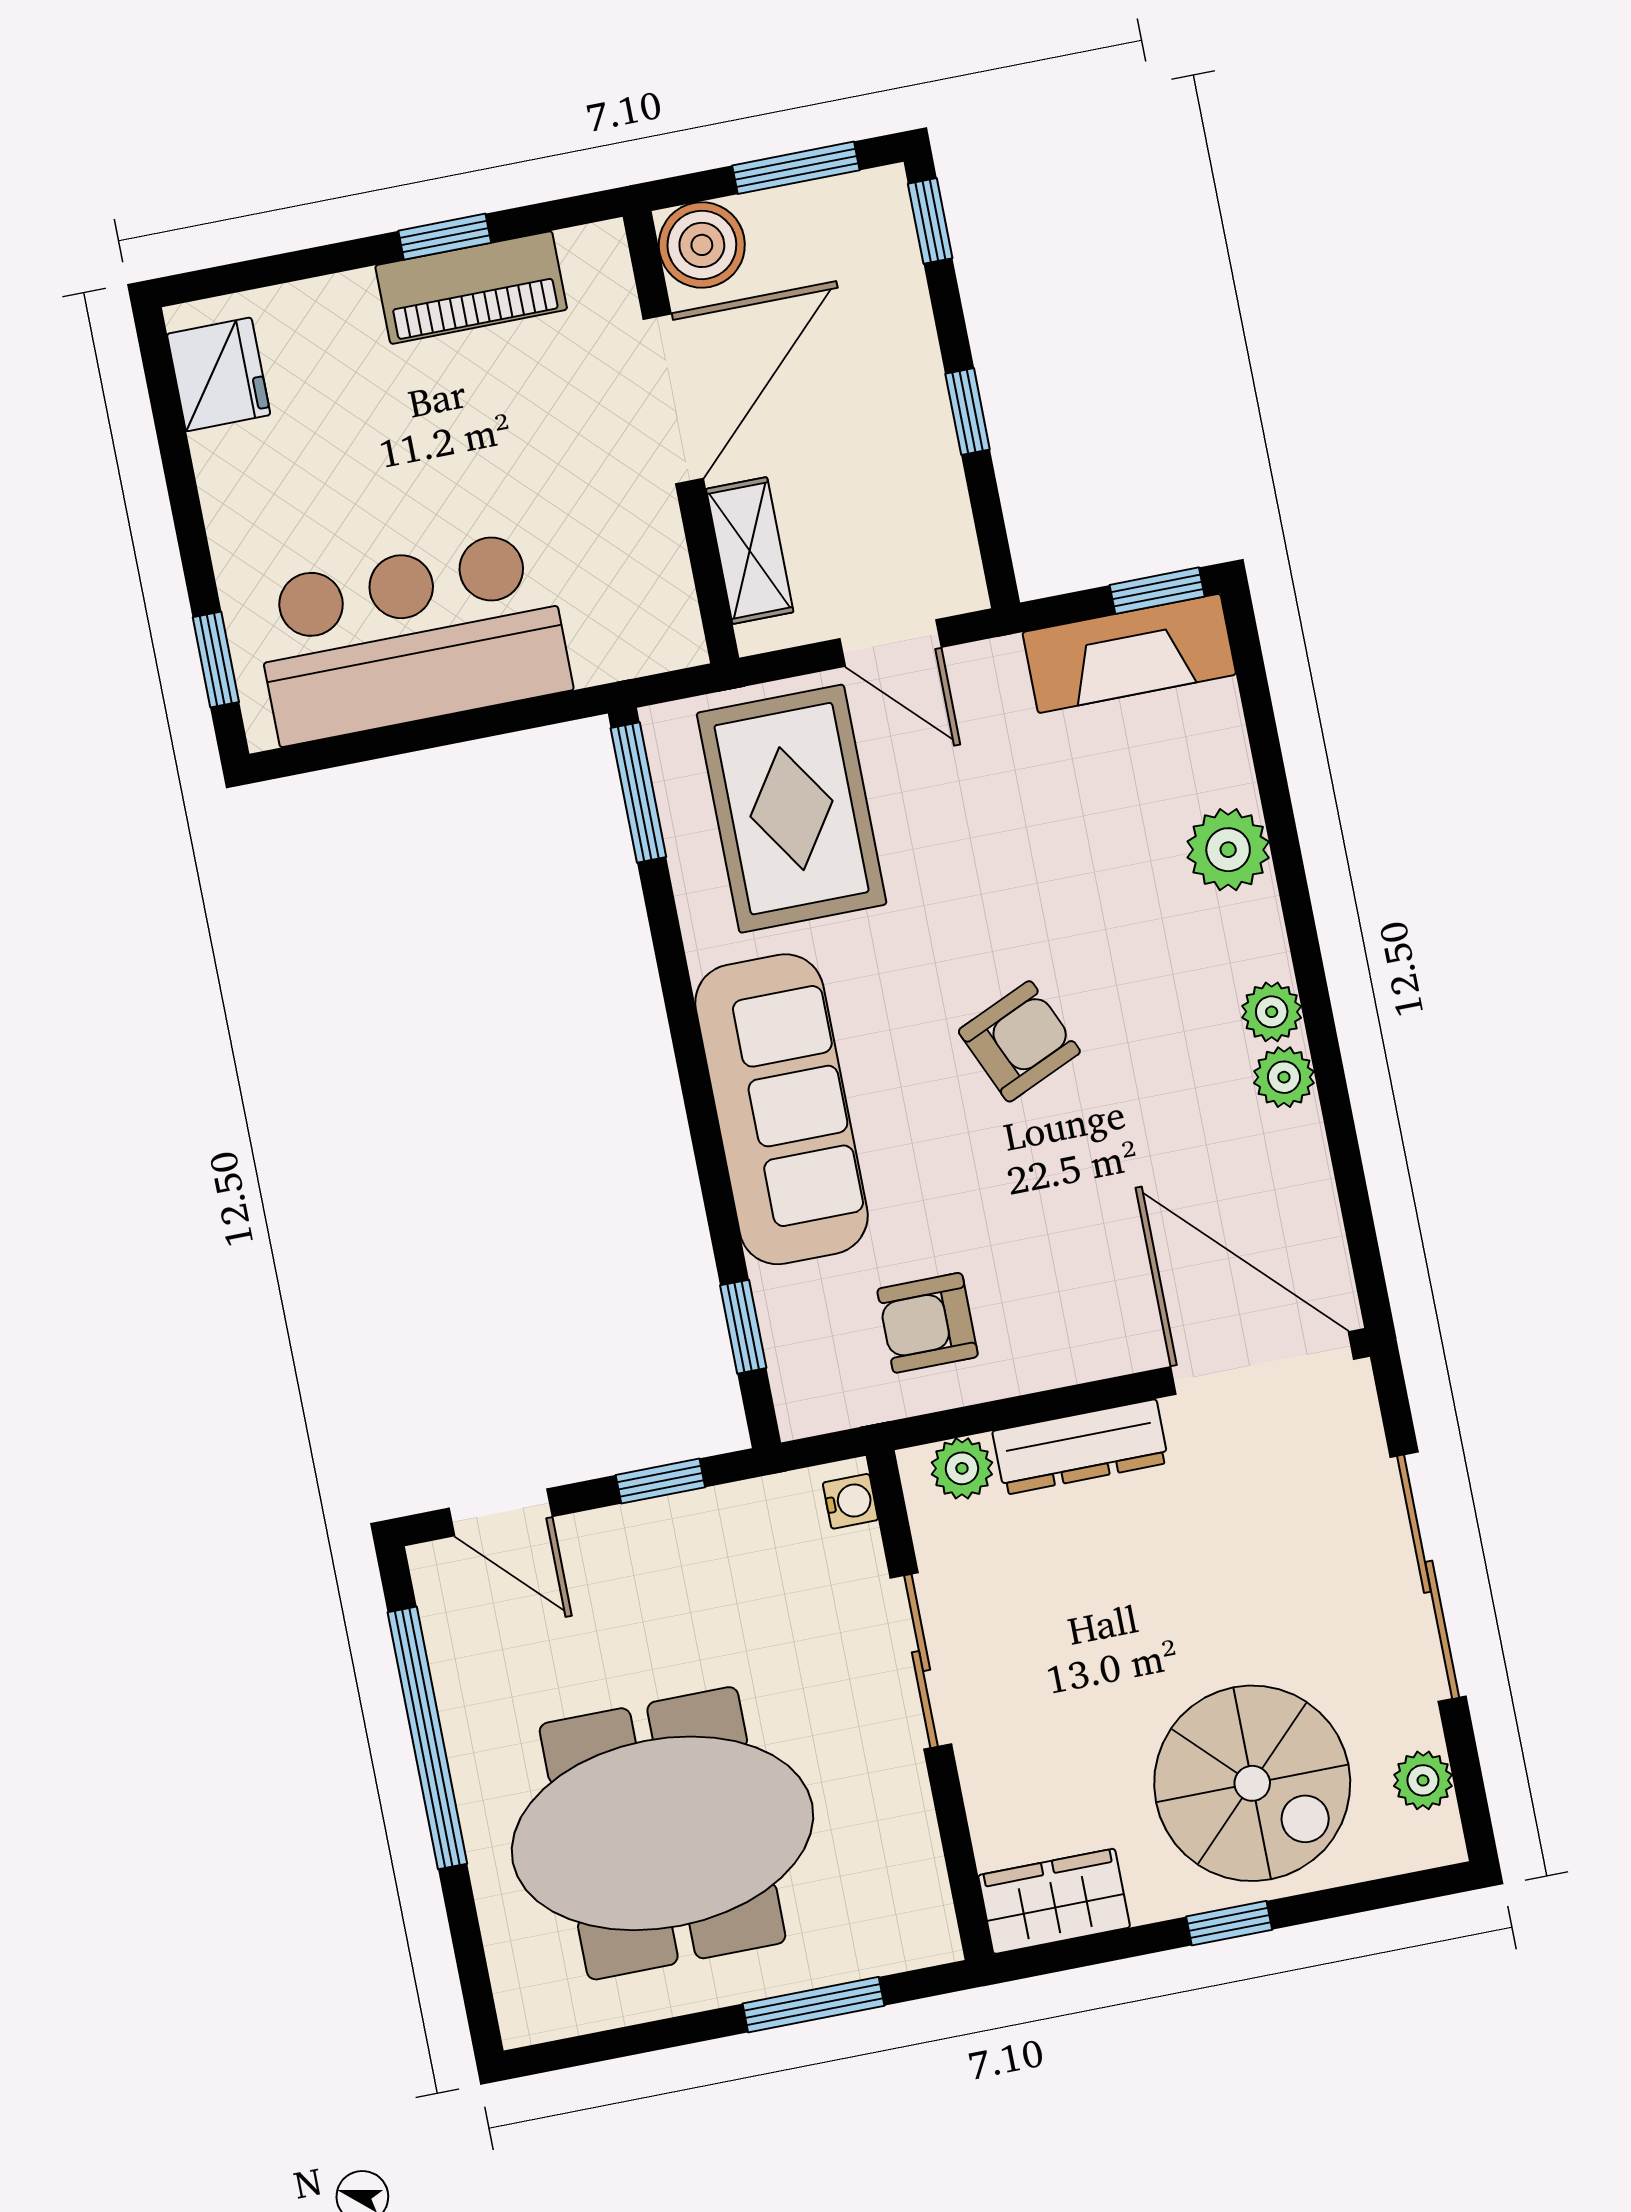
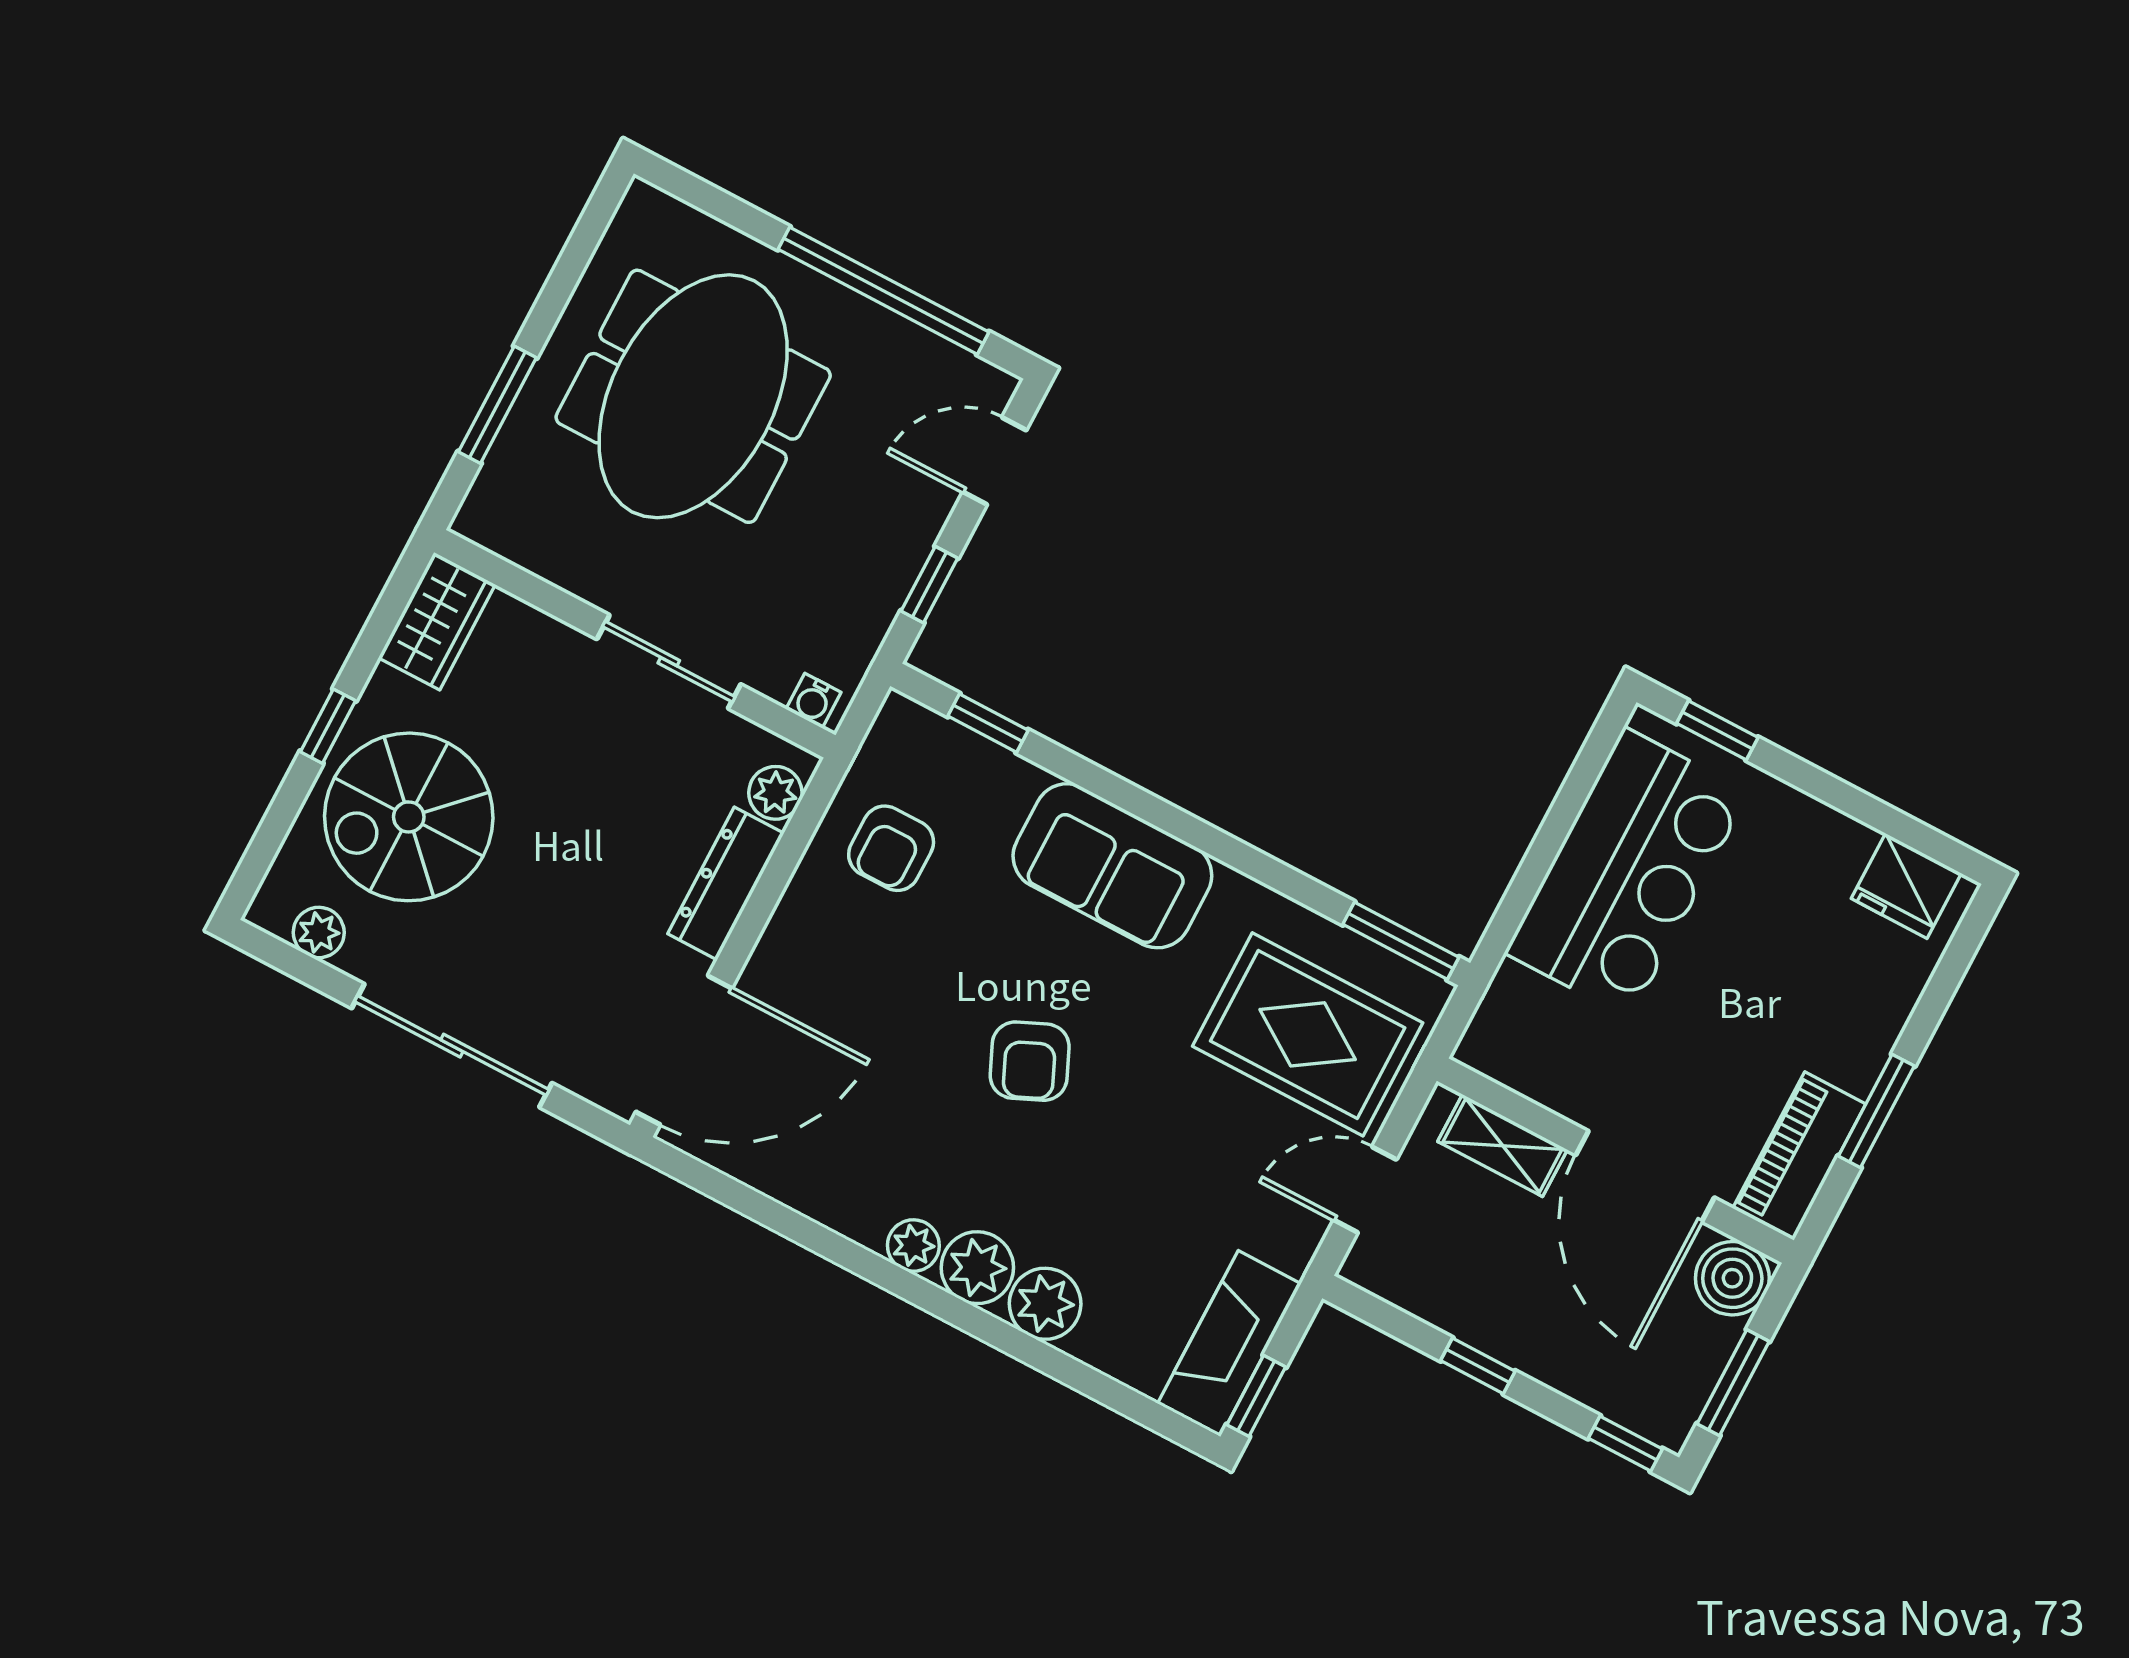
window: (445, 237) -> (1876, 1111), width x1.50
piano: (471, 288) -> (1799, 1156), moved
plant: (1284, 1077) -> (977, 1268), moved, width x1.38, depth x1.38
sofa: (781, 1109) -> (1112, 866), width x0.73
armchair: (928, 1323) -> (891, 848), turned 180

